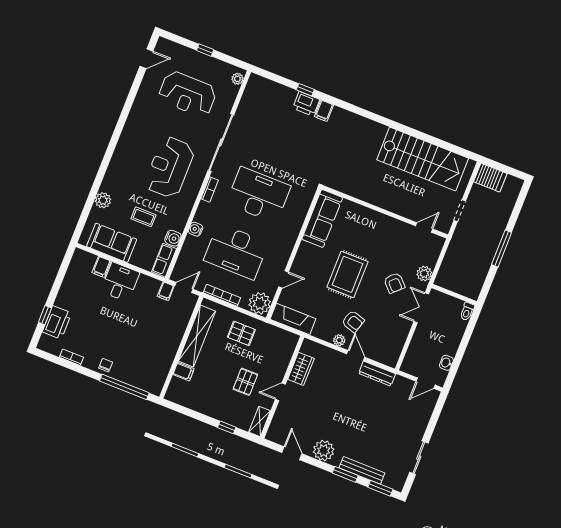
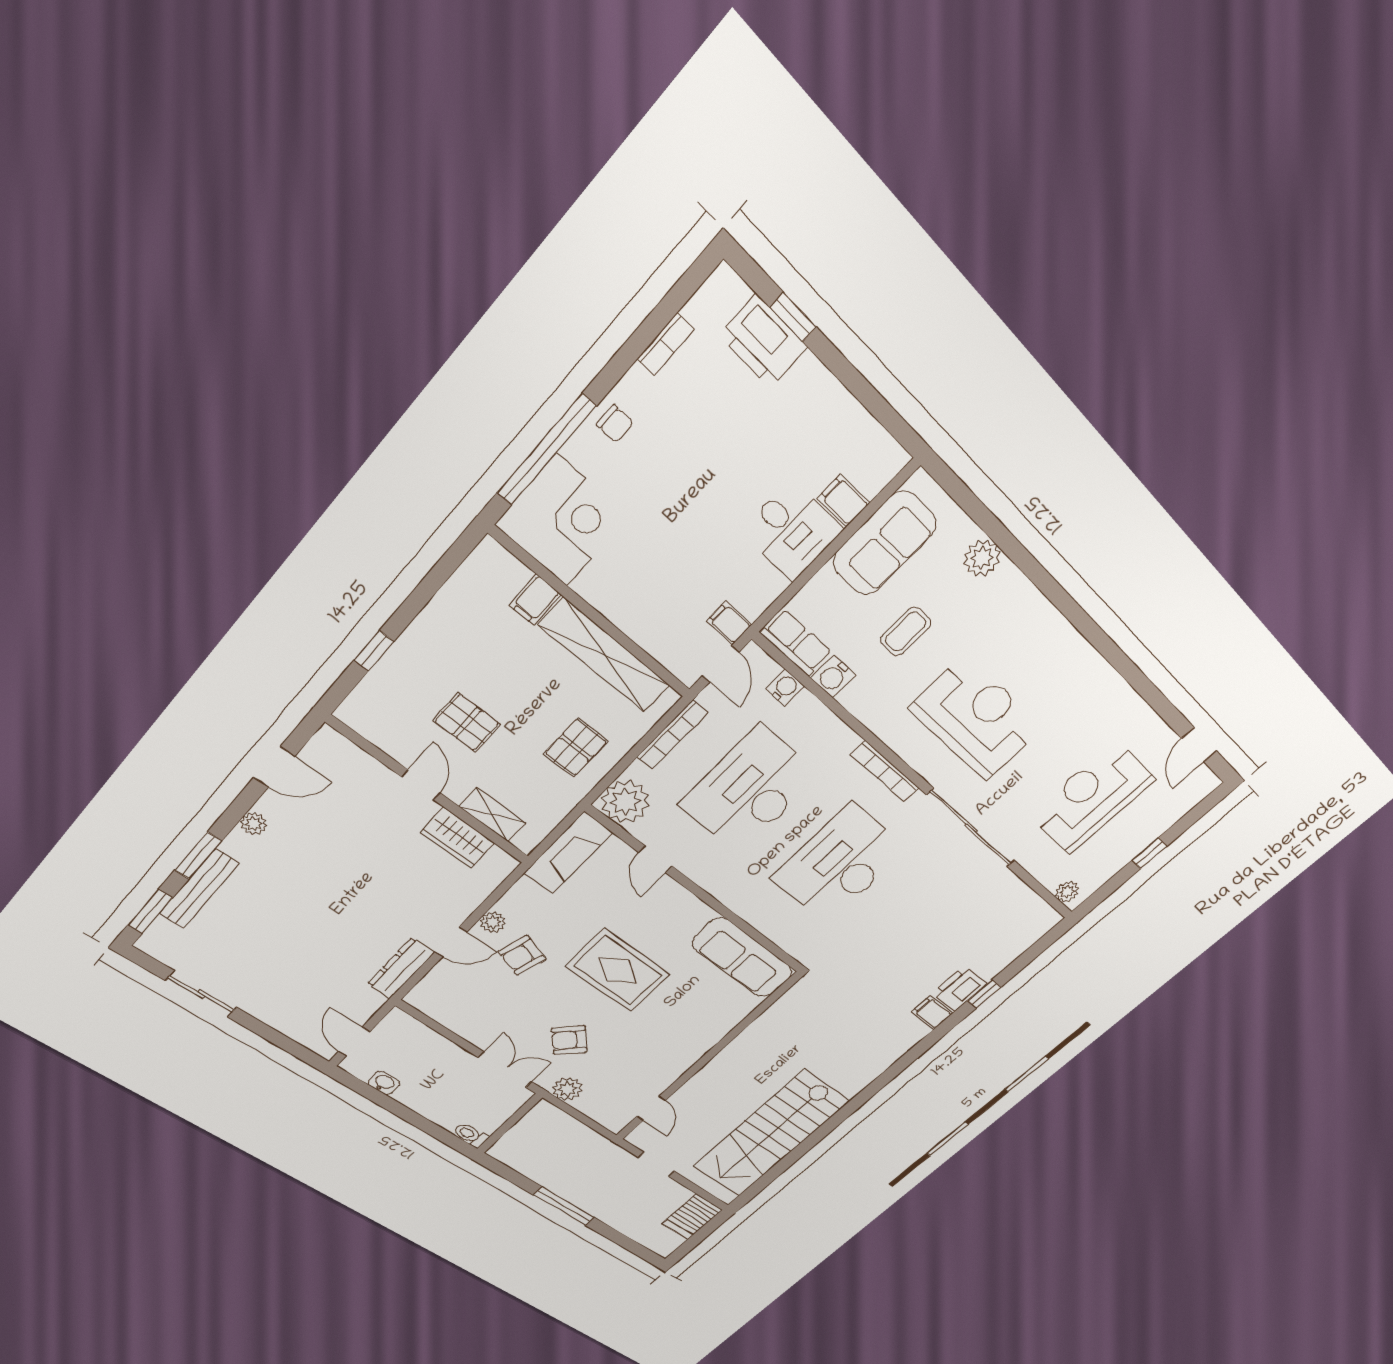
bookcase: (210, 189) -> (885, 771), width x1.56
desk: (259, 195) -> (839, 864), turned 180
water cooler: (196, 229) -> (785, 688), moved
corner desk: (149, 372) -> (562, 521), added
shelving: (260, 421) -> (492, 815), moved
plant: (324, 451) -> (254, 824), width x0.53, depth x0.53

